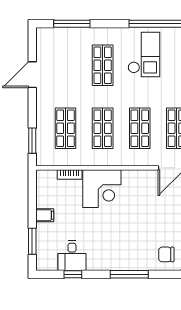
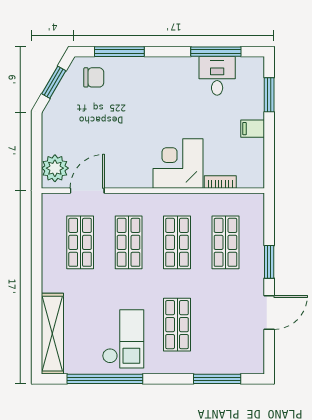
checkout: (144, 54) -> (123, 339), turned 180
window: (32, 141) -> (269, 262), moved
window: (73, 274) -> (216, 52), width x2.17
window: (129, 274) -> (119, 52), moved

